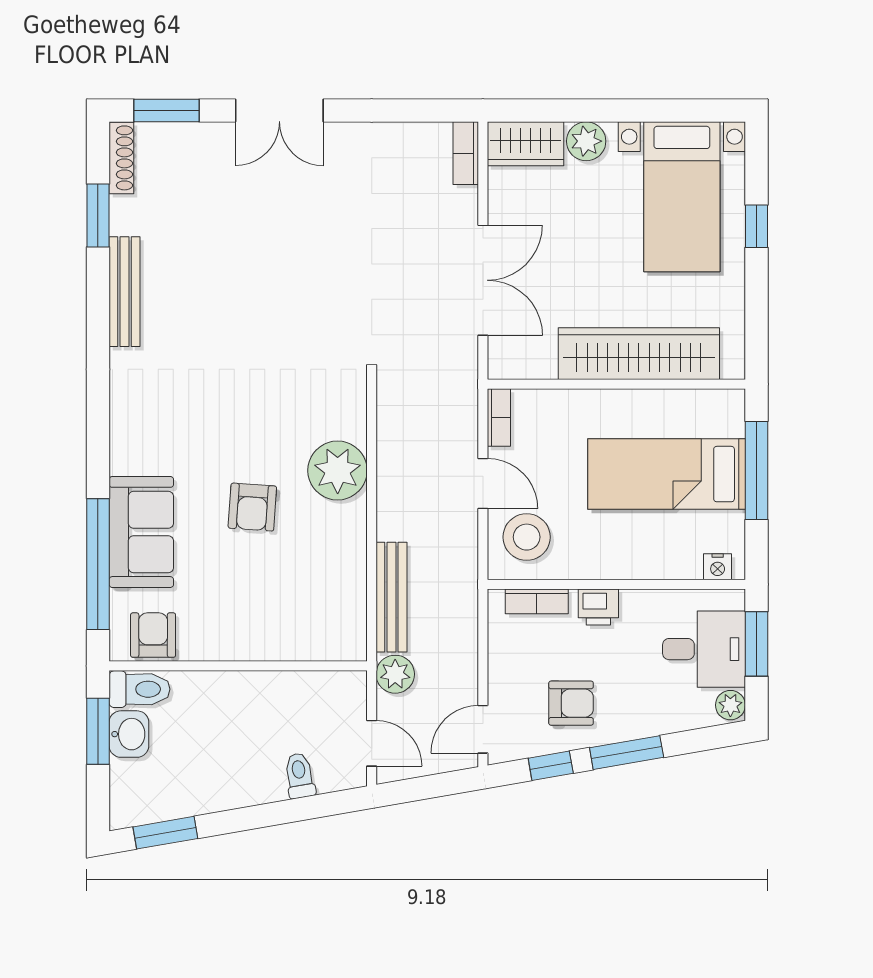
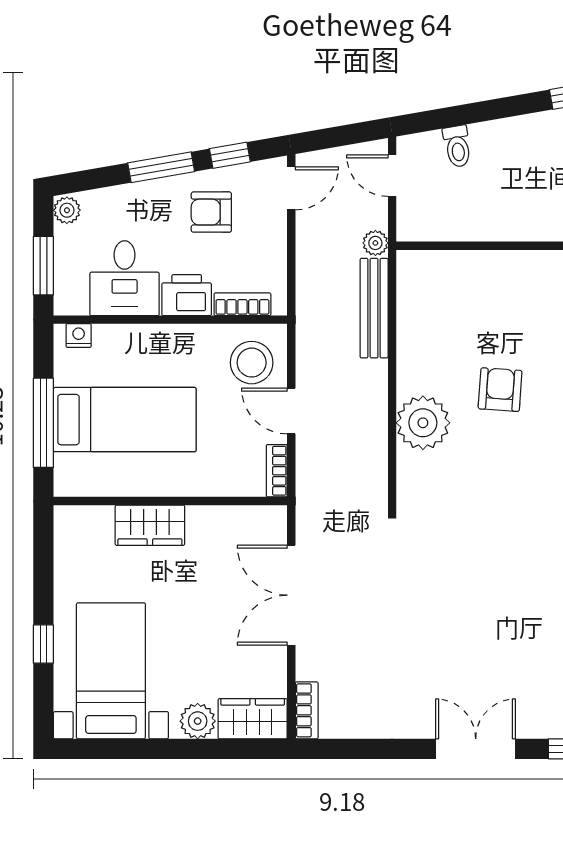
wardrobe: (639, 354) -> (150, 525), width x0.48, depth x0.85
printer: (598, 607) -> (187, 295), width x1.36, depth x1.24
desk: (704, 649) -> (125, 278), moved, turned -90
plant: (395, 674) -> (375, 243), width x0.73, depth x0.73

